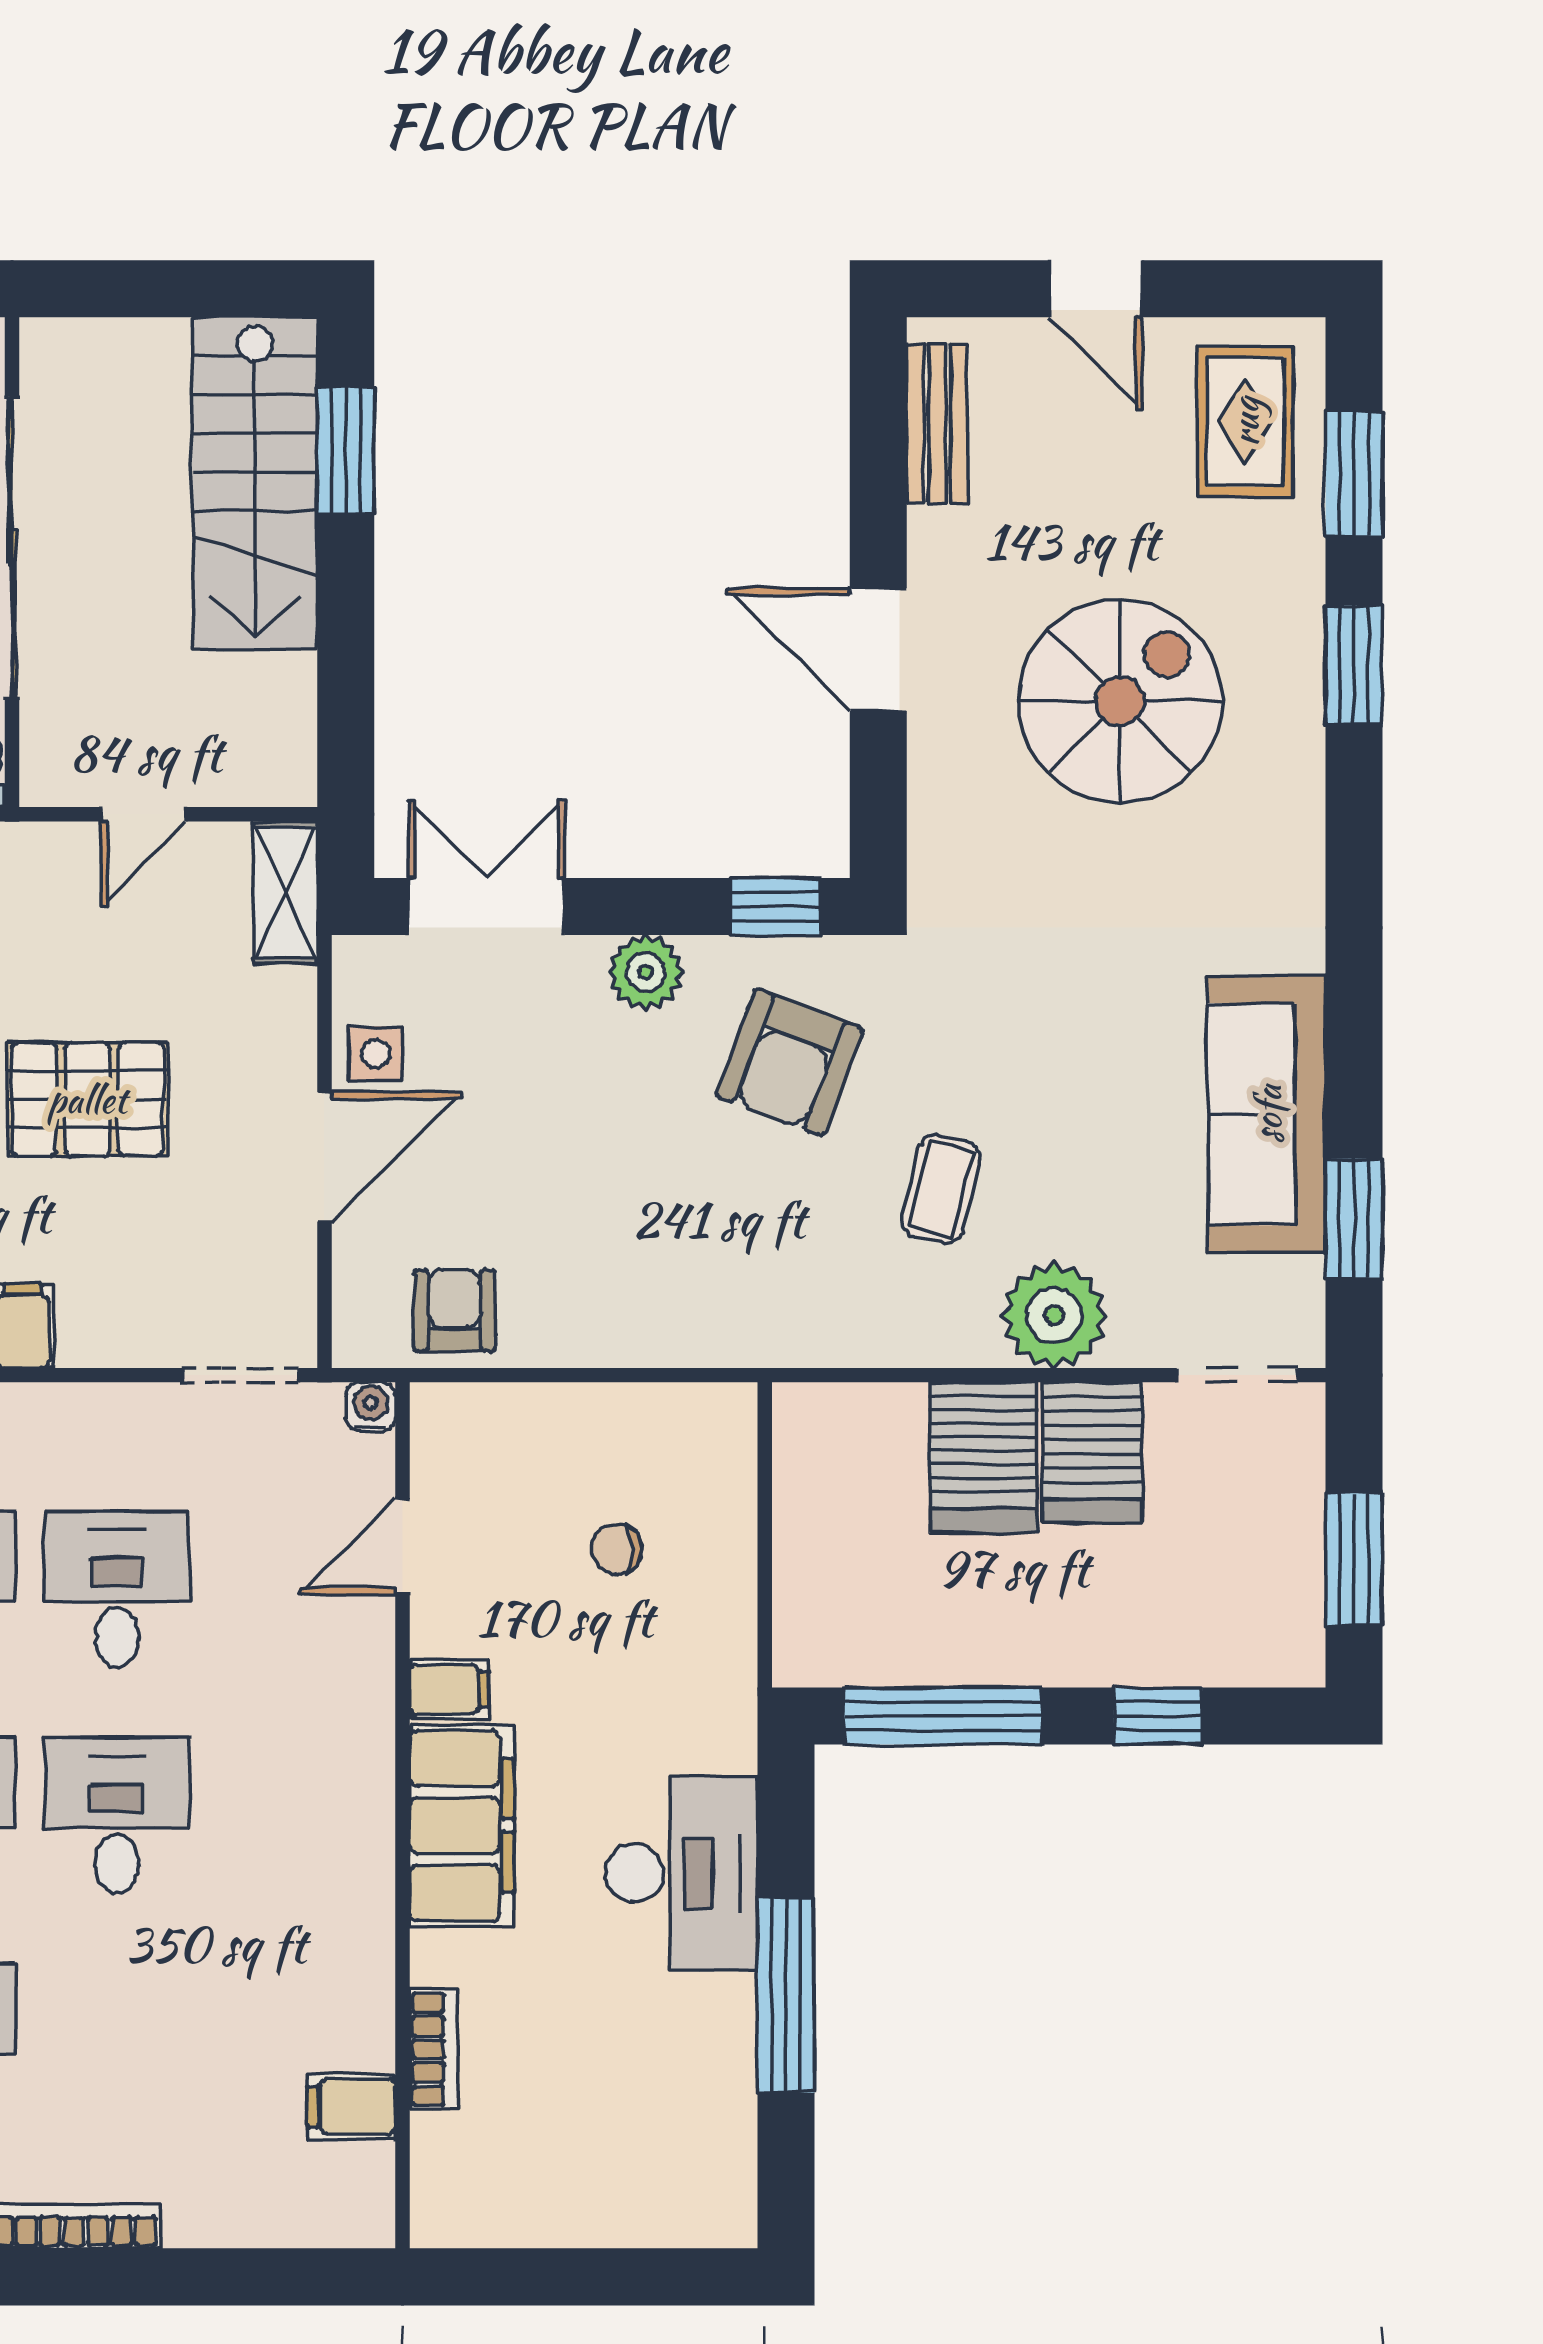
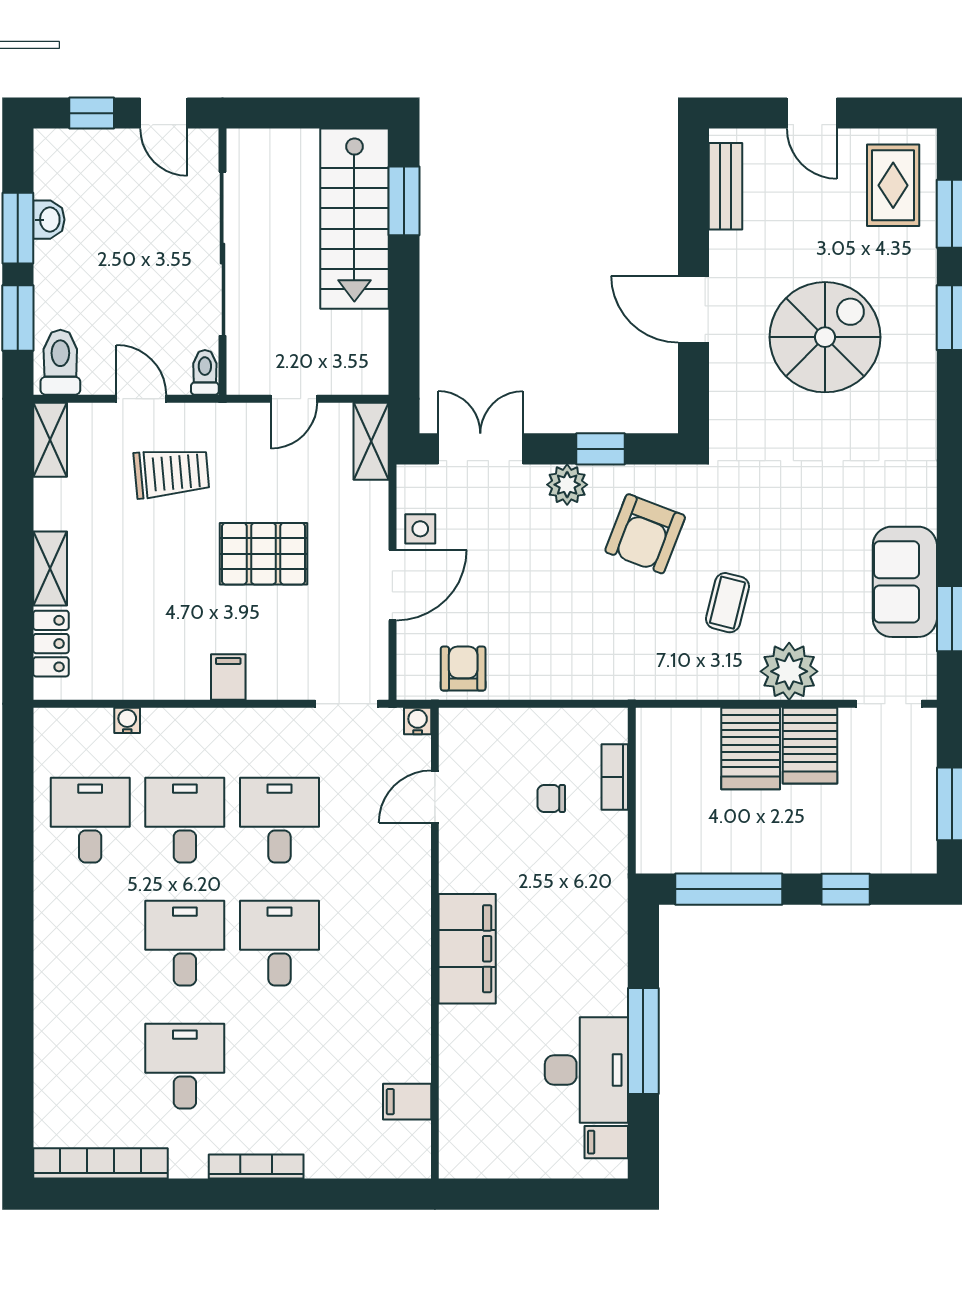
window: (775, 907) -> (600, 449), moved
sofa: (1267, 1114) -> (905, 582), width x0.73
filing cabinet: (449, 1689) -> (606, 1142), moved, turned 180
desk: (681, 1873) -> (586, 1070), moved
bookcase: (434, 2049) -> (615, 777), moved, turned 180

